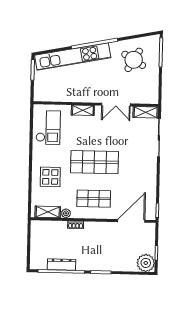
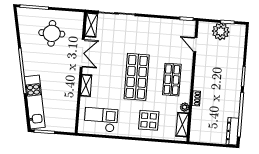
kitchen unit: (73, 57) -> (35, 102), width x0.73
round table: (134, 60) -> (52, 33), moved, turned -31
door: (131, 221) -> (195, 44), width x0.53
plant: (146, 263) -> (221, 31), moved
dresser: (62, 265) -> (232, 131), moved

